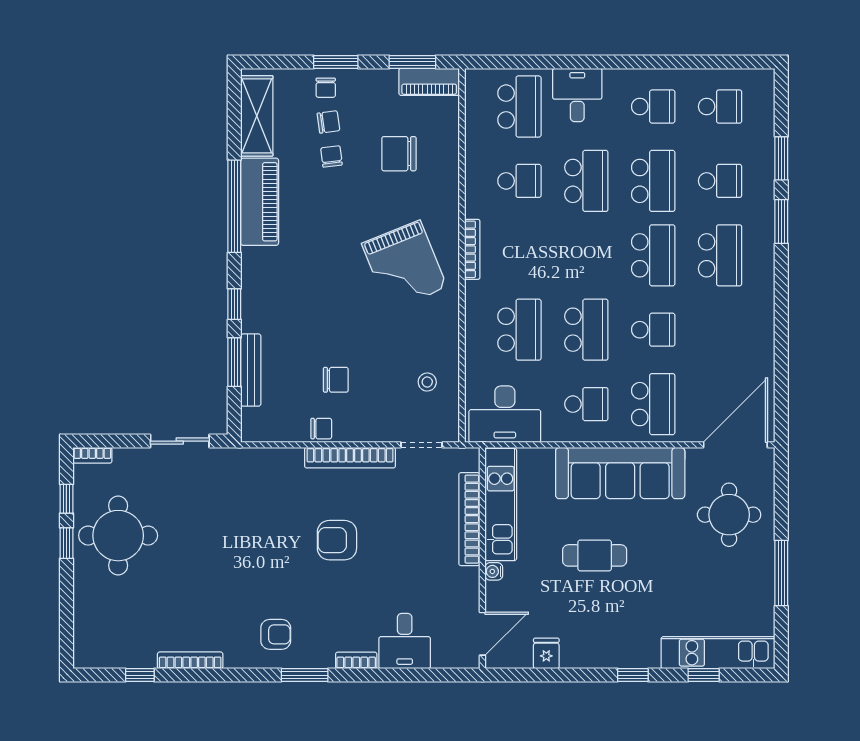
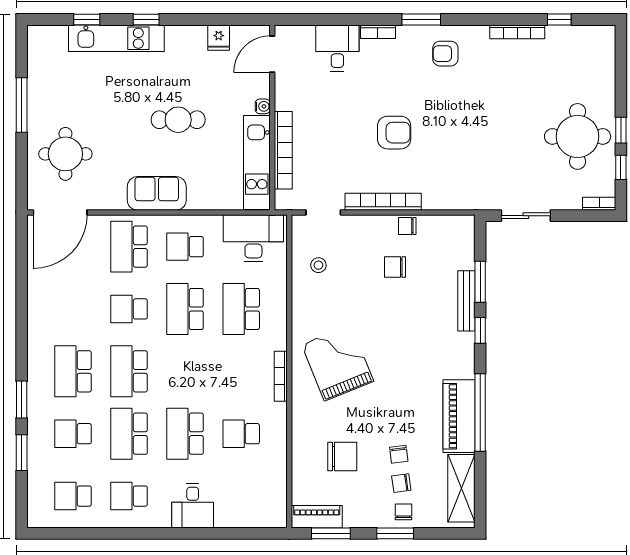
school desk: (519, 107) -> (241, 496), removed
bench: (251, 370) -> (466, 301), moved
sofa: (620, 473) -> (157, 193), width x0.54, depth x0.79
kitchen unit: (718, 653) -> (116, 38), moved

